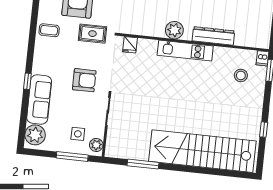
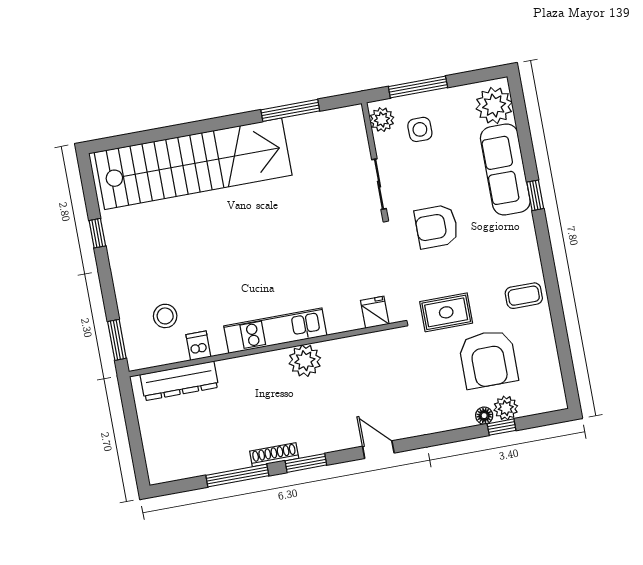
dresser: (213, 36) -> (179, 381), moved
dishwasher: (262, 58) -> (198, 346), moved

